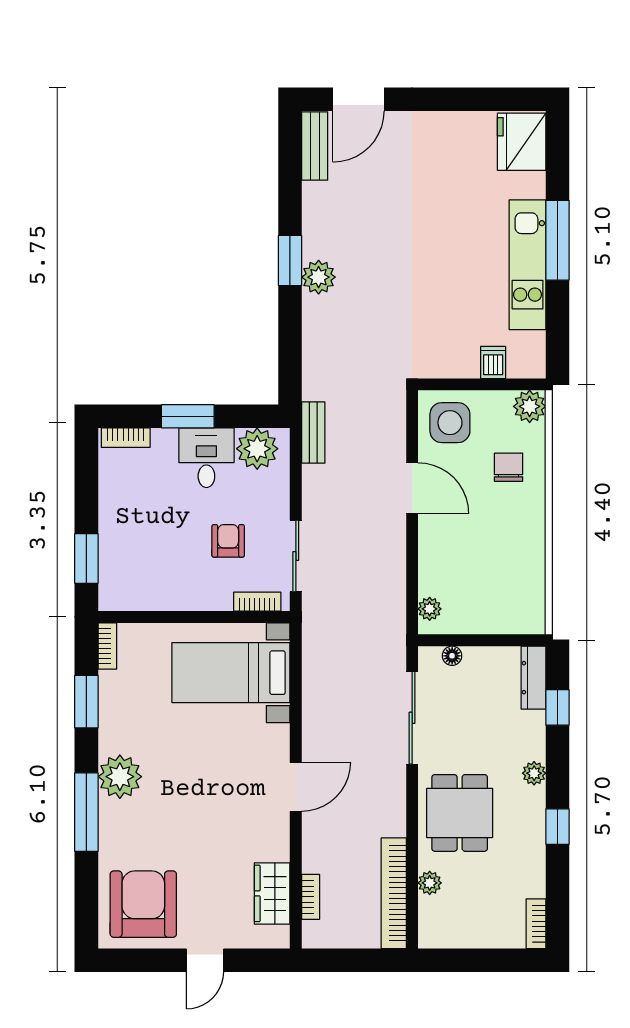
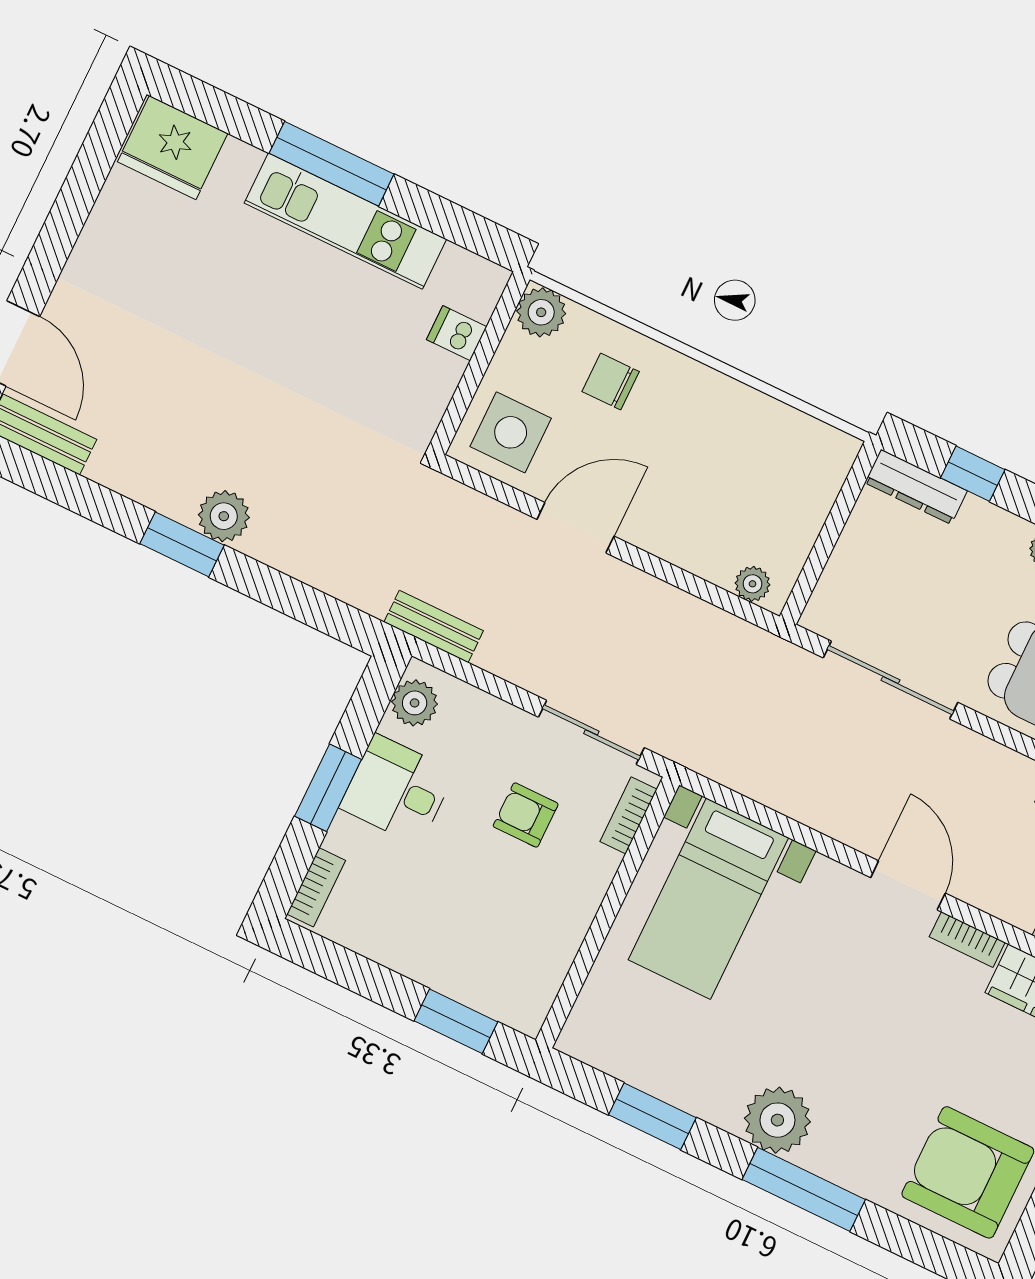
plant: (257, 449) -> (415, 703), width x0.73, depth x0.73
bookcase: (107, 646) -> (967, 940), moved, turned 180
floor lamp: (452, 656) -> (832, 584), removed

